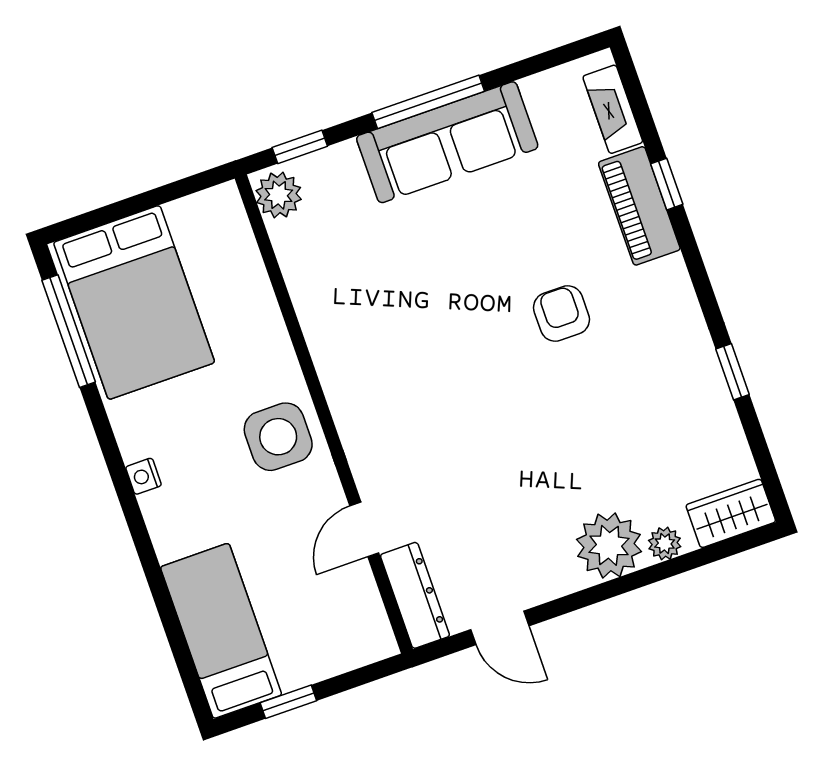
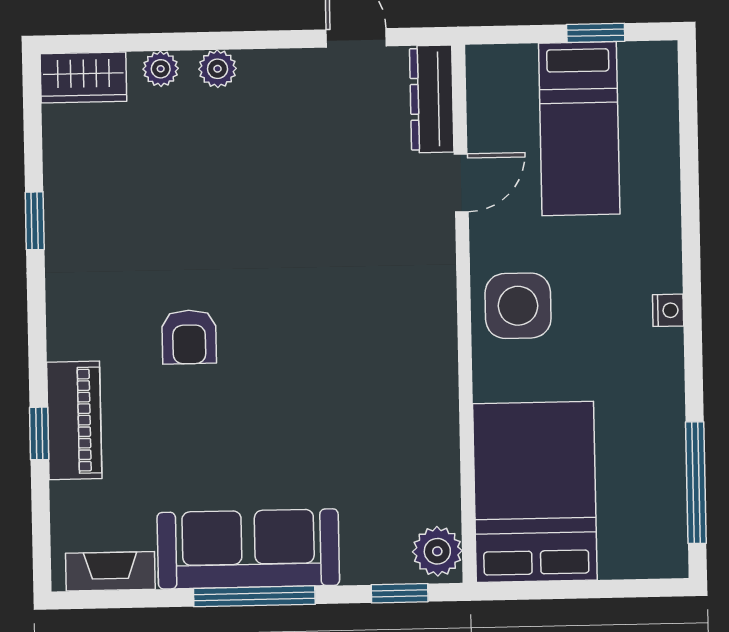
fireplace: (613, 109) -> (110, 571), moved, turned -90
bed: (134, 302) -> (535, 492), moved
plant: (609, 545) -> (218, 69), width x0.53, depth x0.53
bed: (221, 631) -> (579, 129), moved

